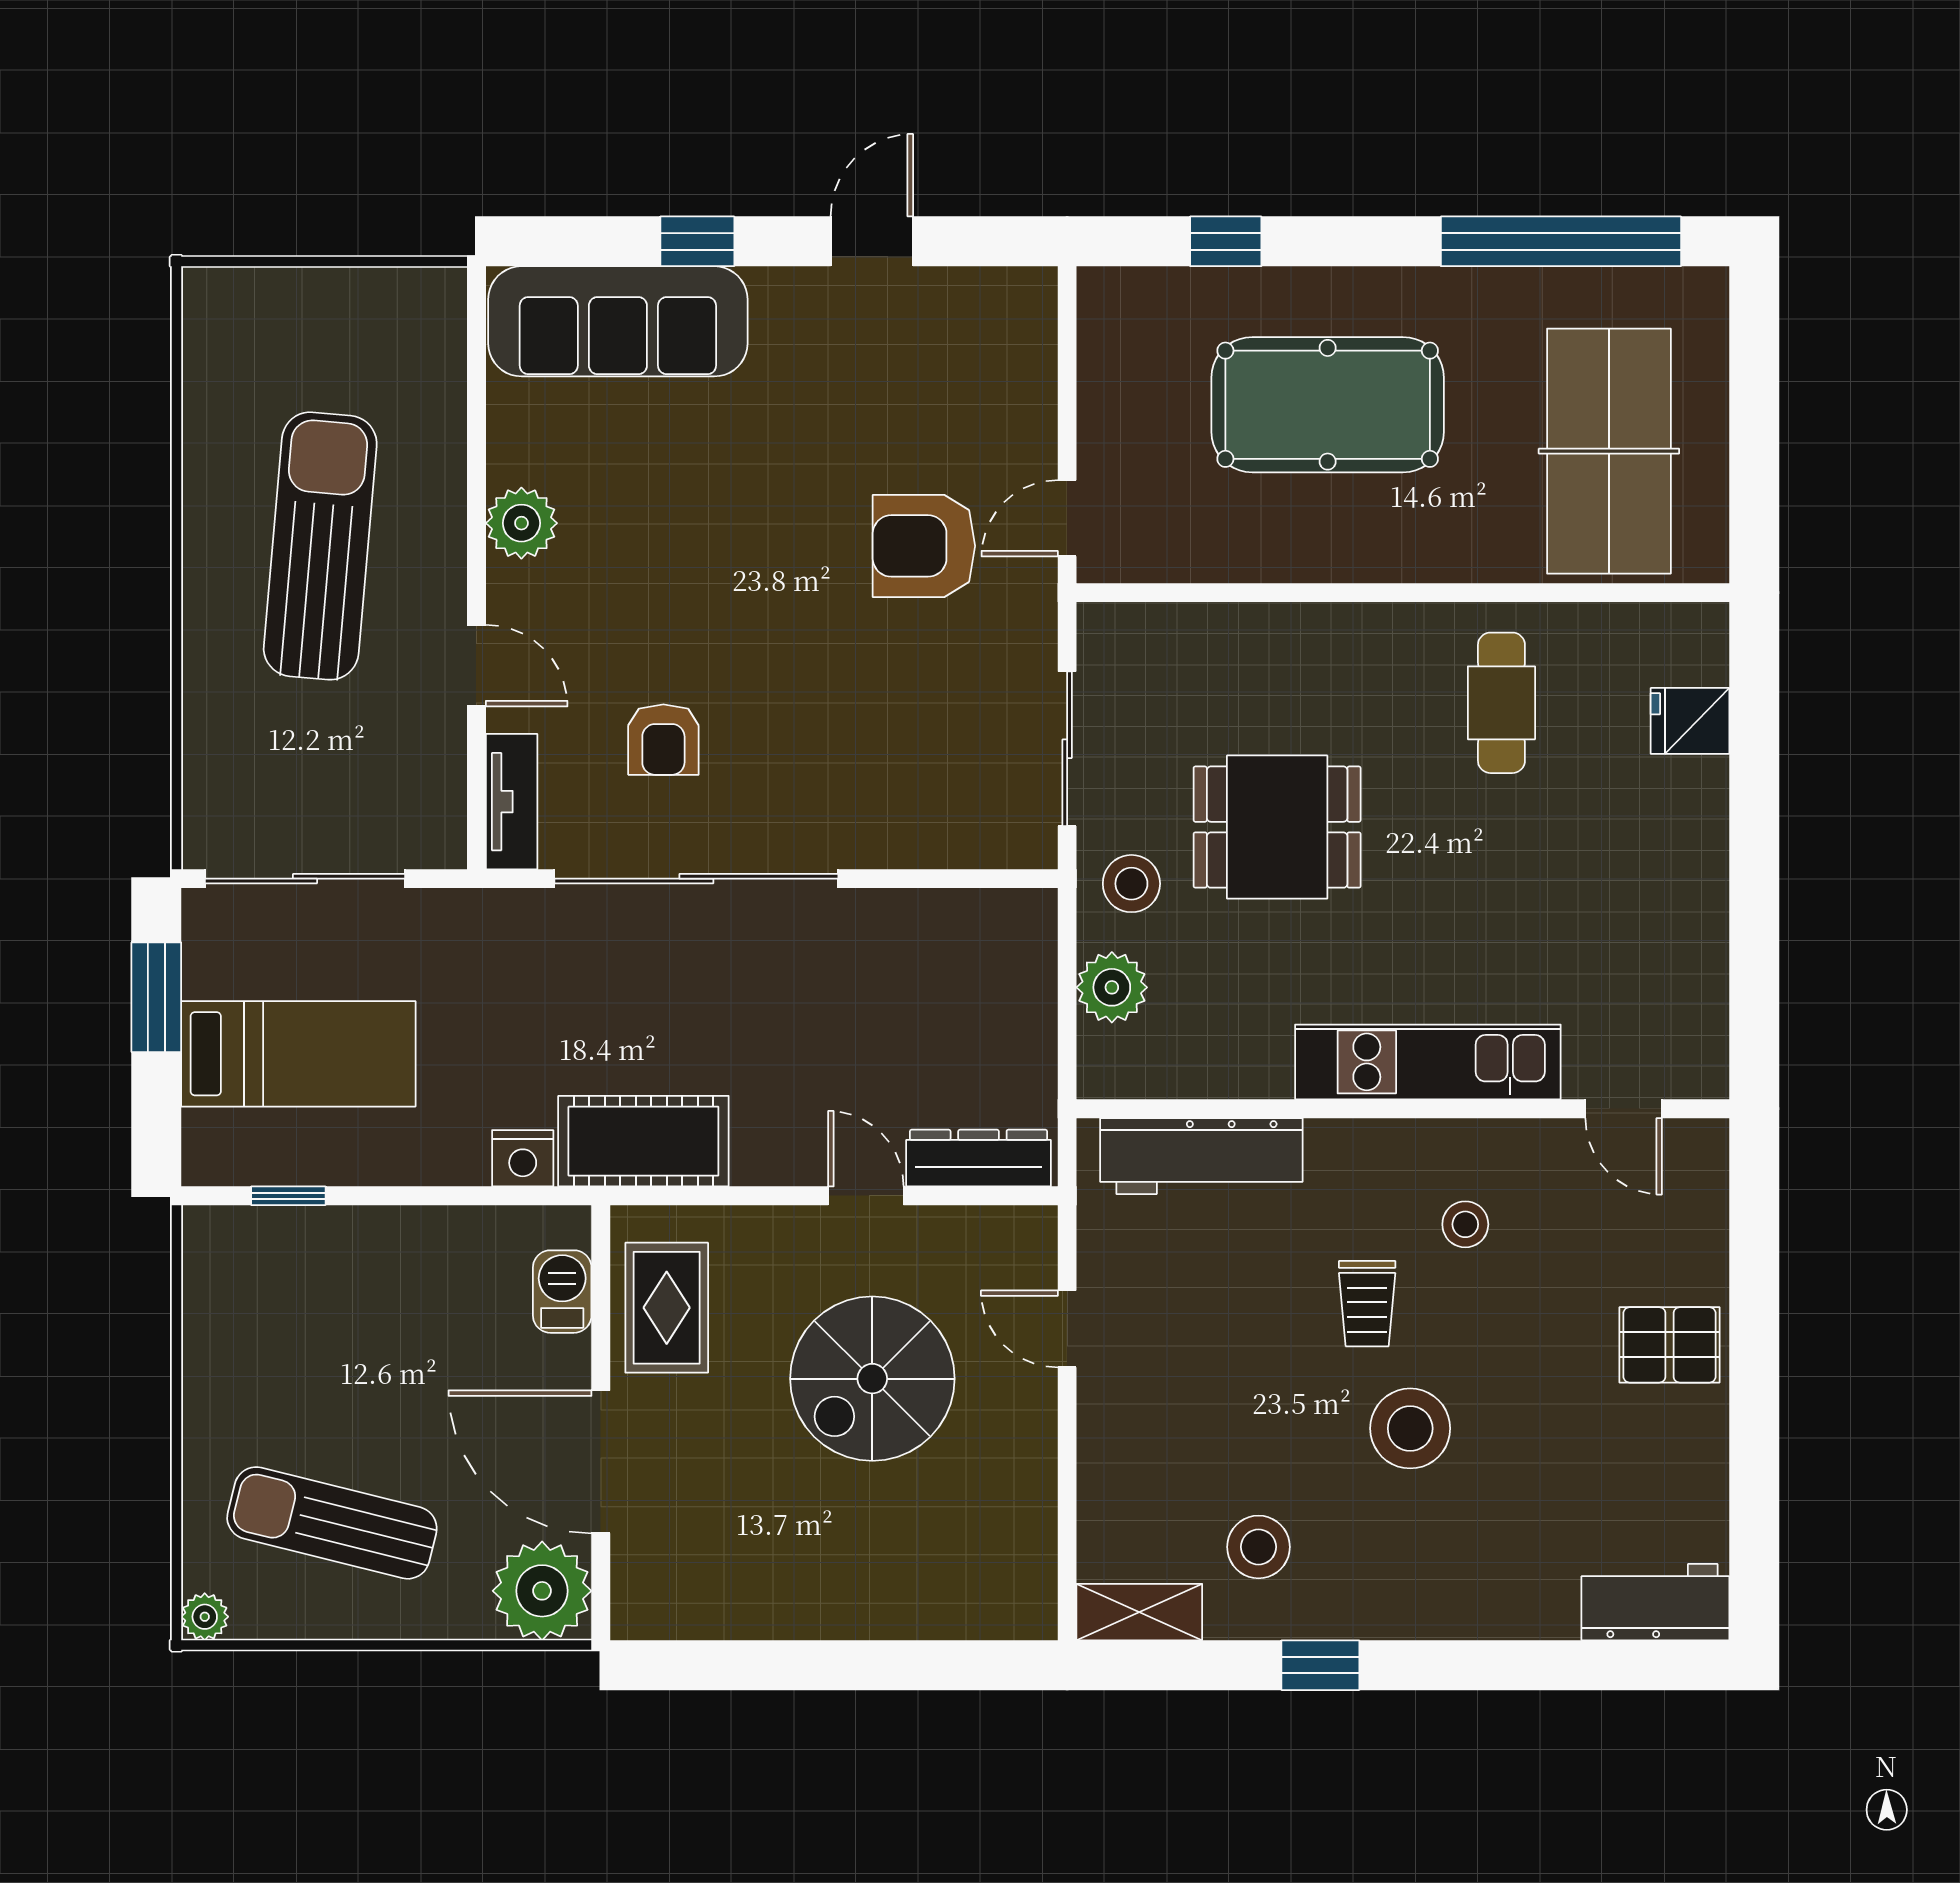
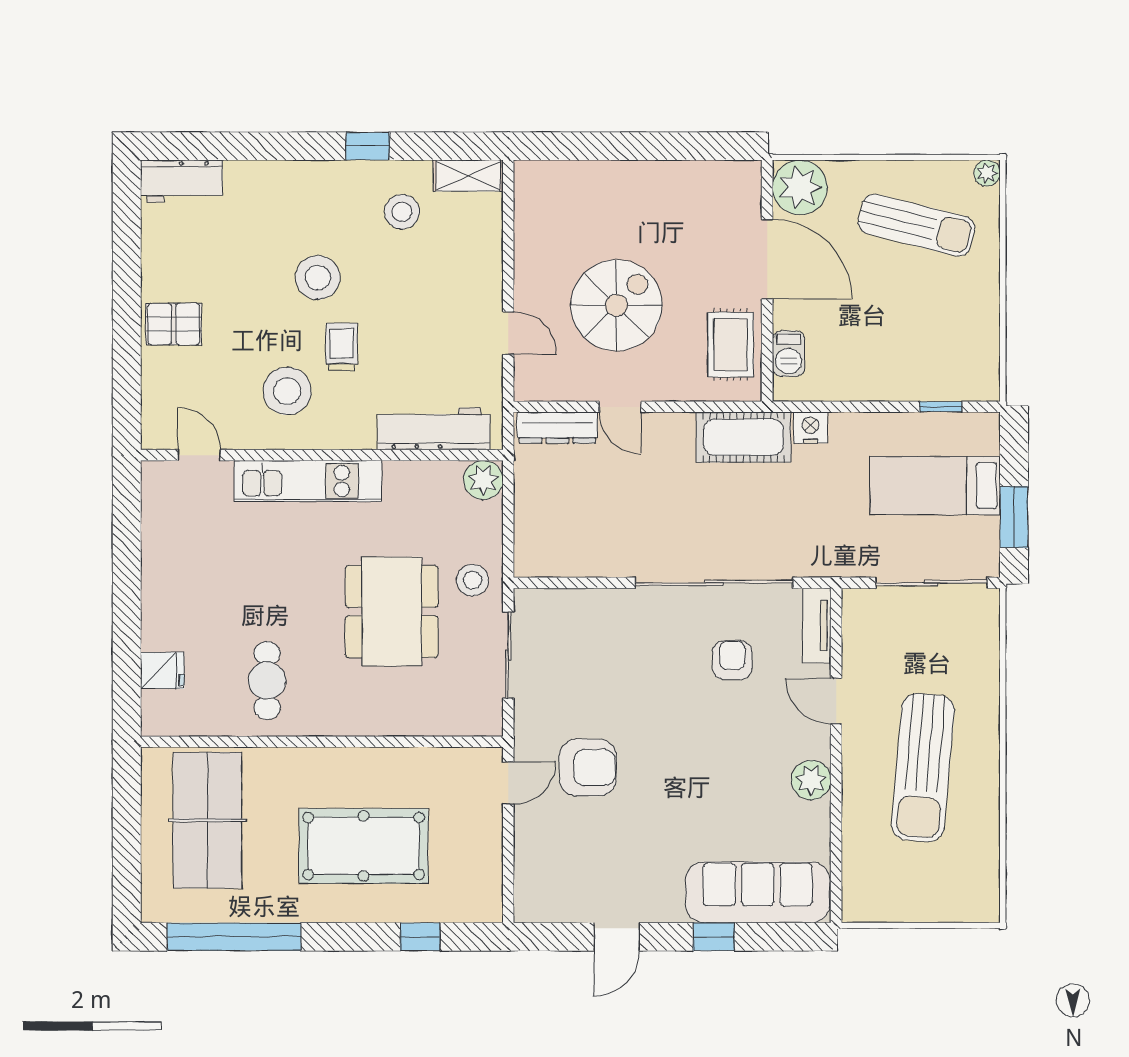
dining table: (1277, 827) -> (392, 612), width x1.38
plant: (1112, 987) -> (483, 480), moved
stool: (1465, 1224) -> (287, 391), width x1.89, depth x1.89

